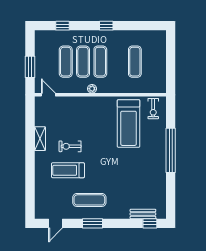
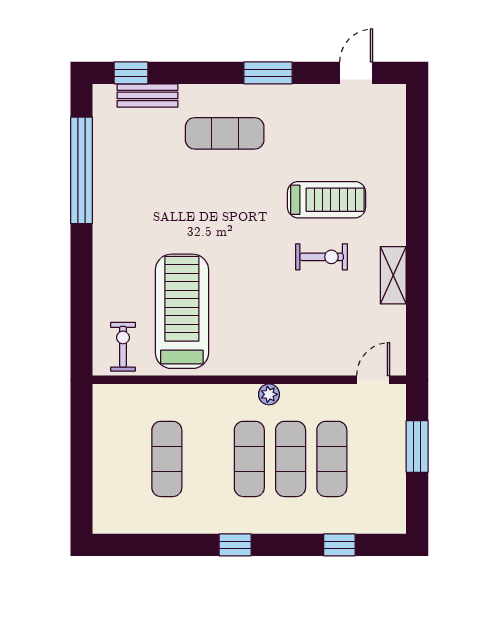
door: (48, 95) -> (373, 380), swing flipped
window: (171, 150) -> (82, 170), moved
exercise mat: (89, 200) -> (225, 133), moved

